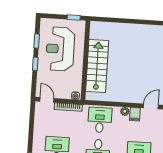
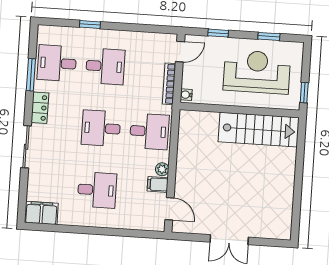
window: (35, 64) -> (218, 33), moved
stairs: (97, 66) -> (259, 130), moved

